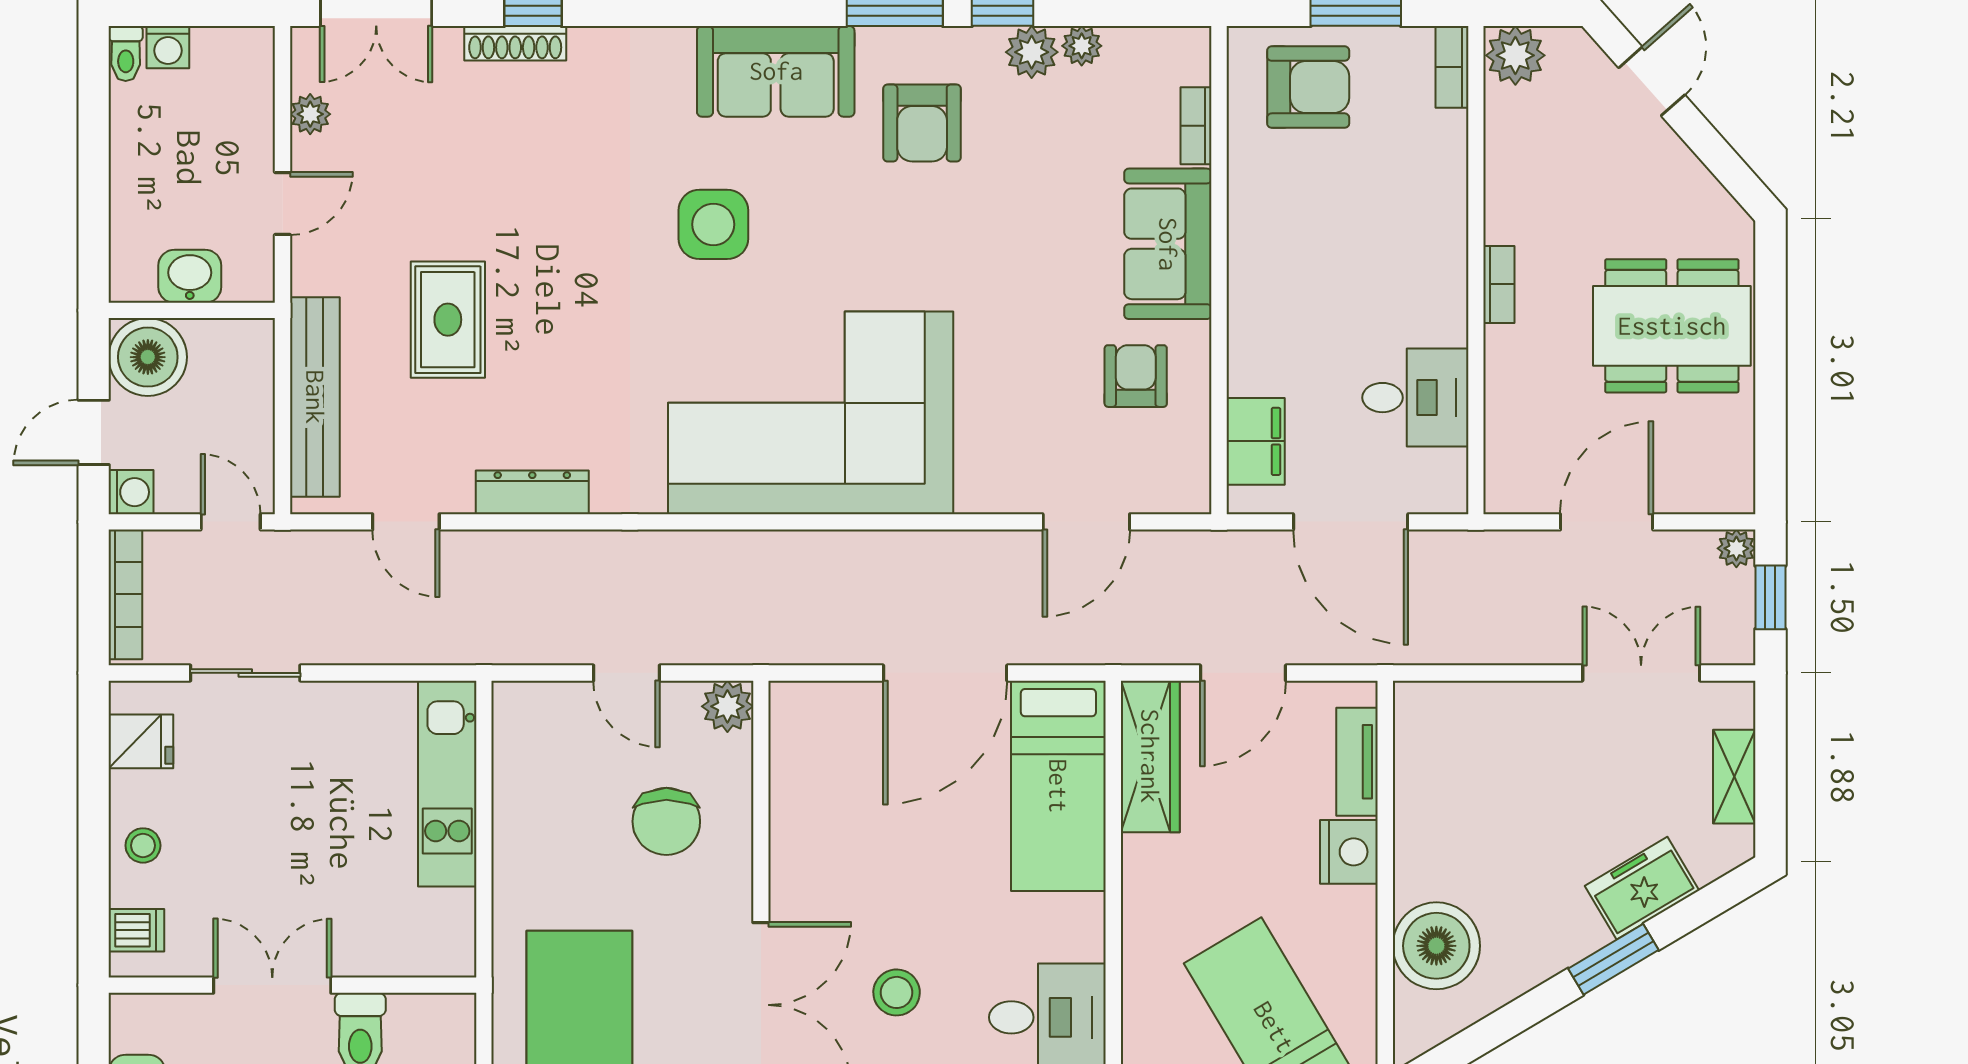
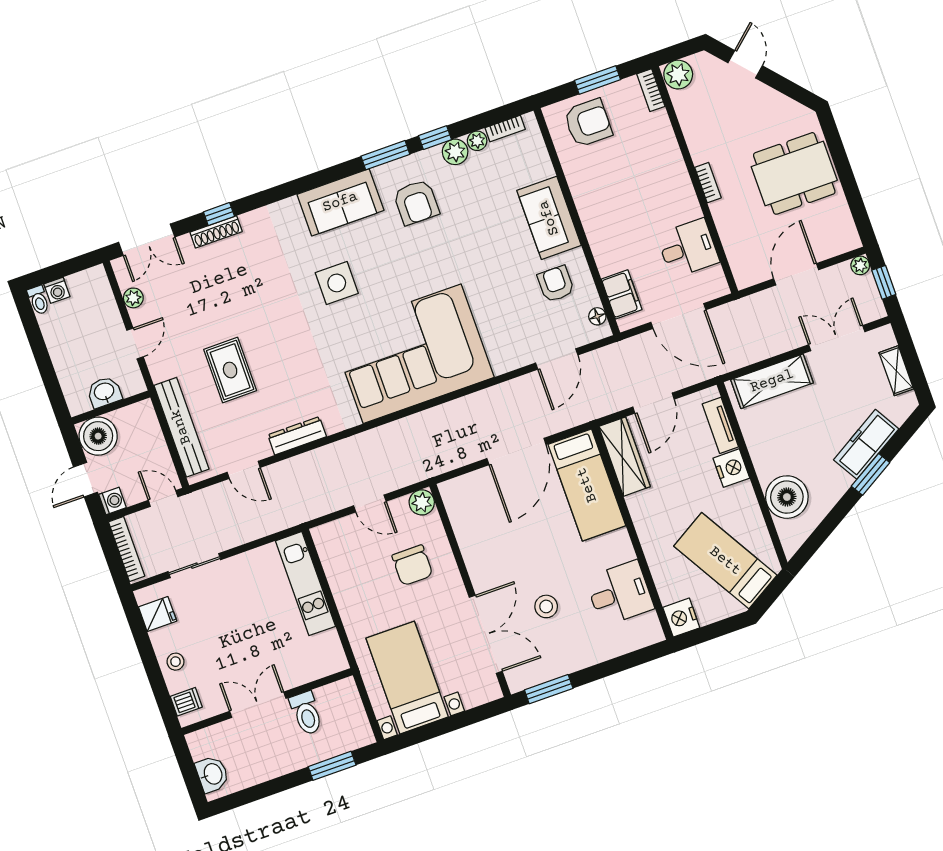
bookcase: (1196, 126) -> (505, 129), moved, turned -90
floor lamp: (1194, 467) -> (597, 316), added
shelving: (1487, 712) -> (772, 381), added
freezer: (1642, 888) -> (866, 444), width x1.40

